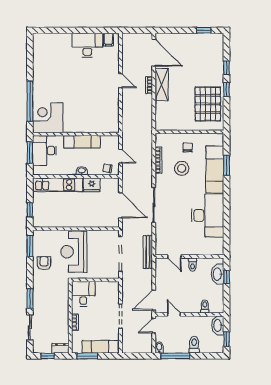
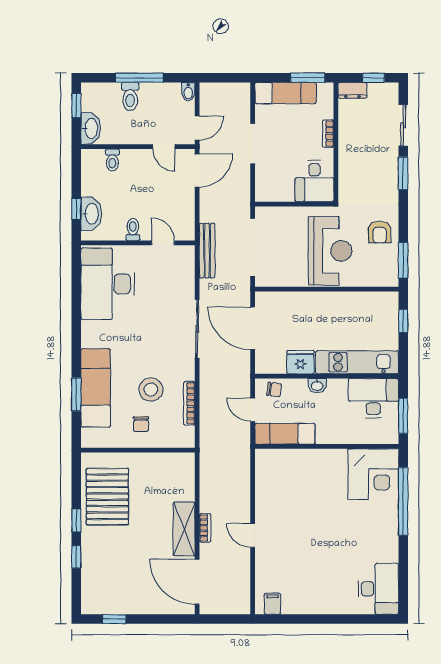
desk: (87, 45) -> (378, 589), moved, turned -90
exam couch: (82, 142) -> (285, 434), moved
desk: (45, 151) -> (373, 398), moved, turned -90
desk: (208, 215) -> (108, 284), moved
window: (175, 356) -> (139, 78), moved

